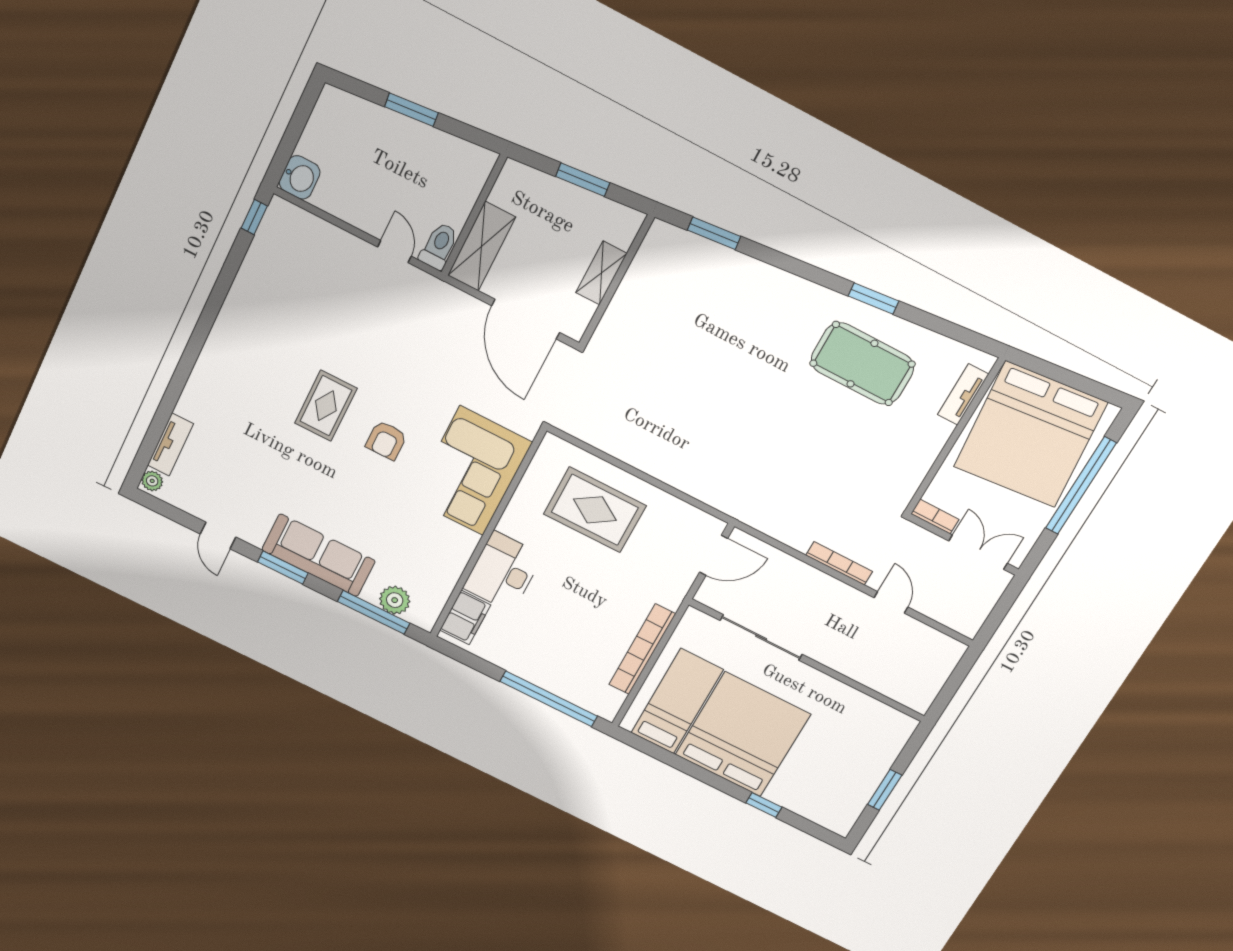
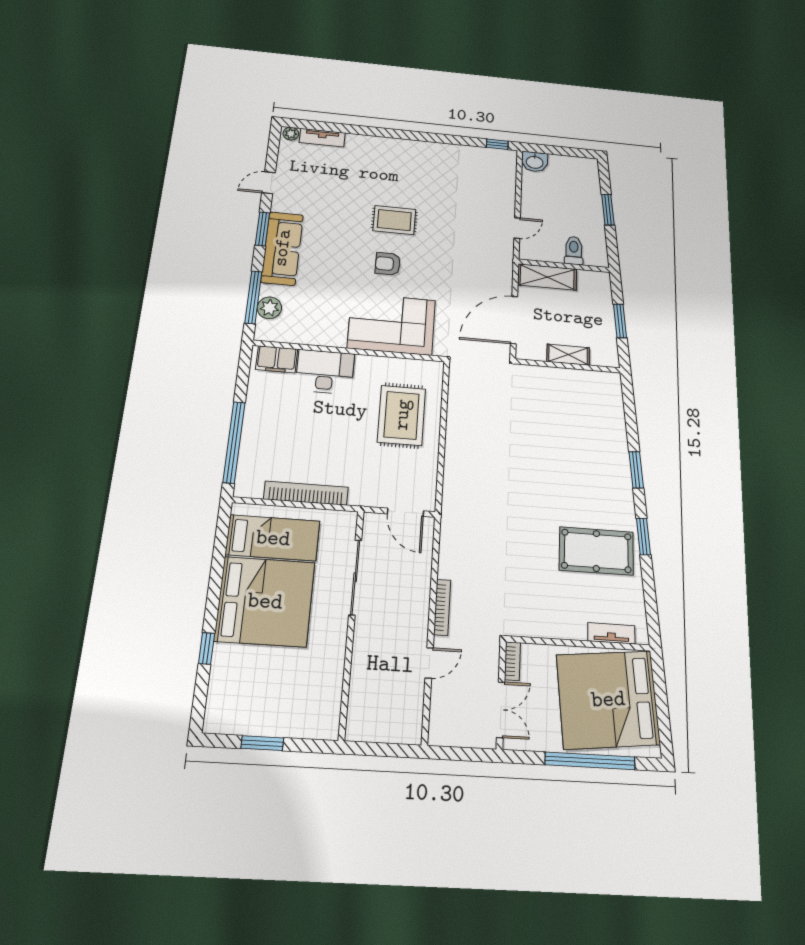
window: (714, 233) -> (636, 470), moved
toilet: (439, 246) -> (574, 251), moved, turned -90
pool table: (862, 364) -> (596, 551), turned 90

